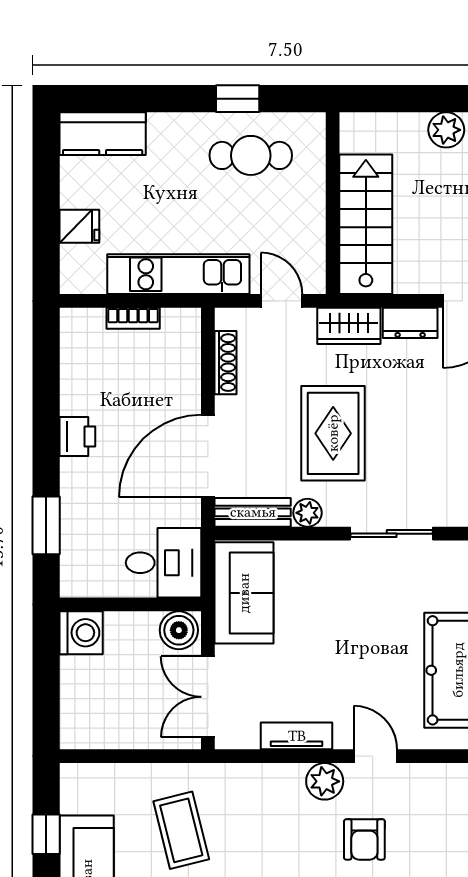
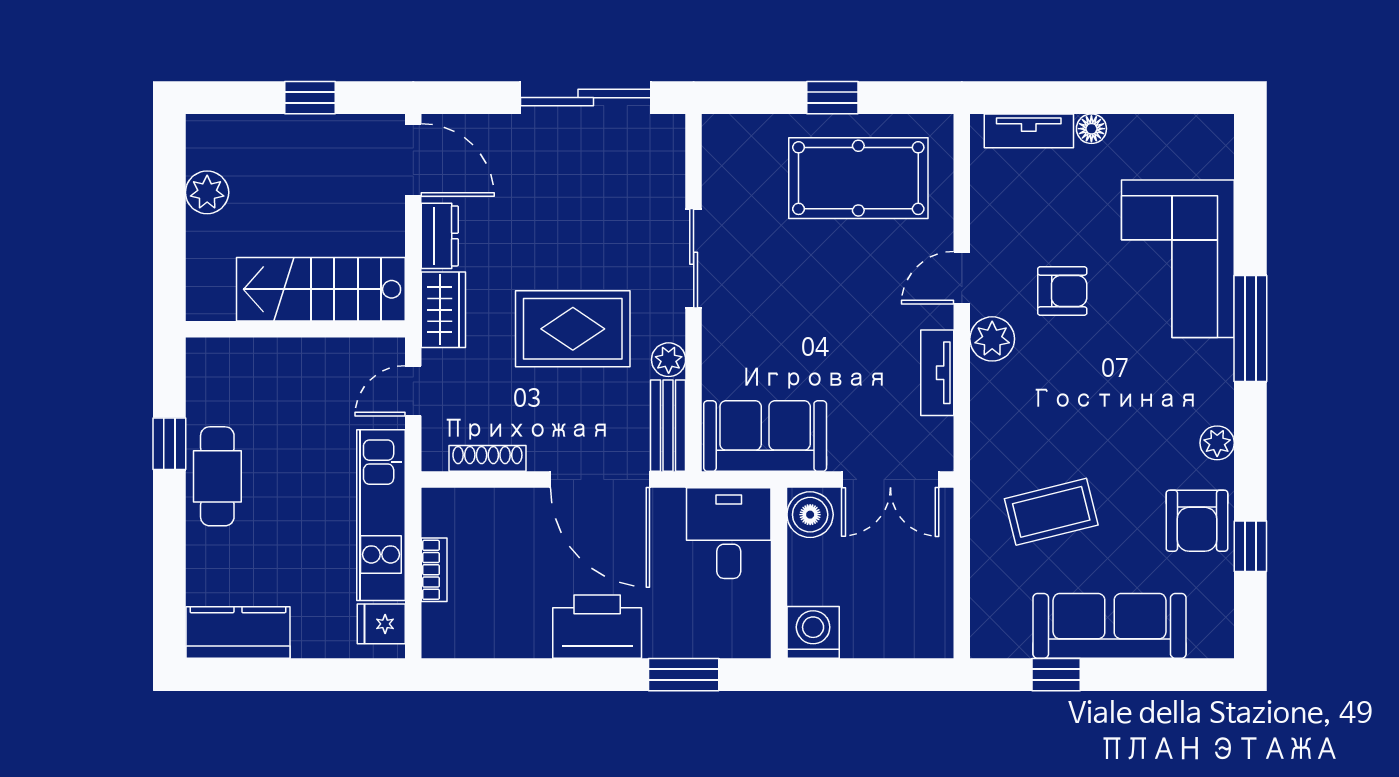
kitchen counter: (103, 134) -> (238, 632), moved, turned -90
cafe table: (251, 155) -> (217, 476), moved
fridge: (79, 226) -> (381, 624), moved, turned -90
printer: (77, 437) -> (597, 627), width x1.87, depth x1.48

